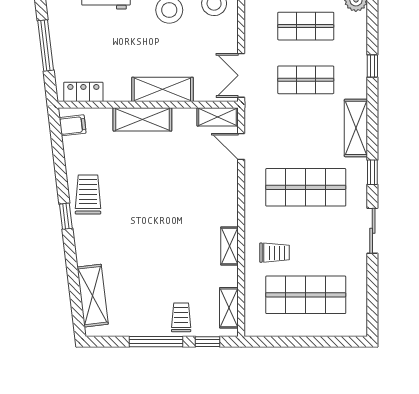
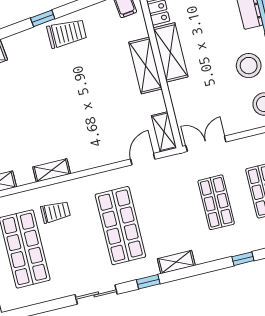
shelving: (162, 89) -> (171, 52), moved
shelving: (356, 128) -> (176, 262), width x0.67, depth x0.75
trolley: (275, 253) -> (56, 212), turned -90

